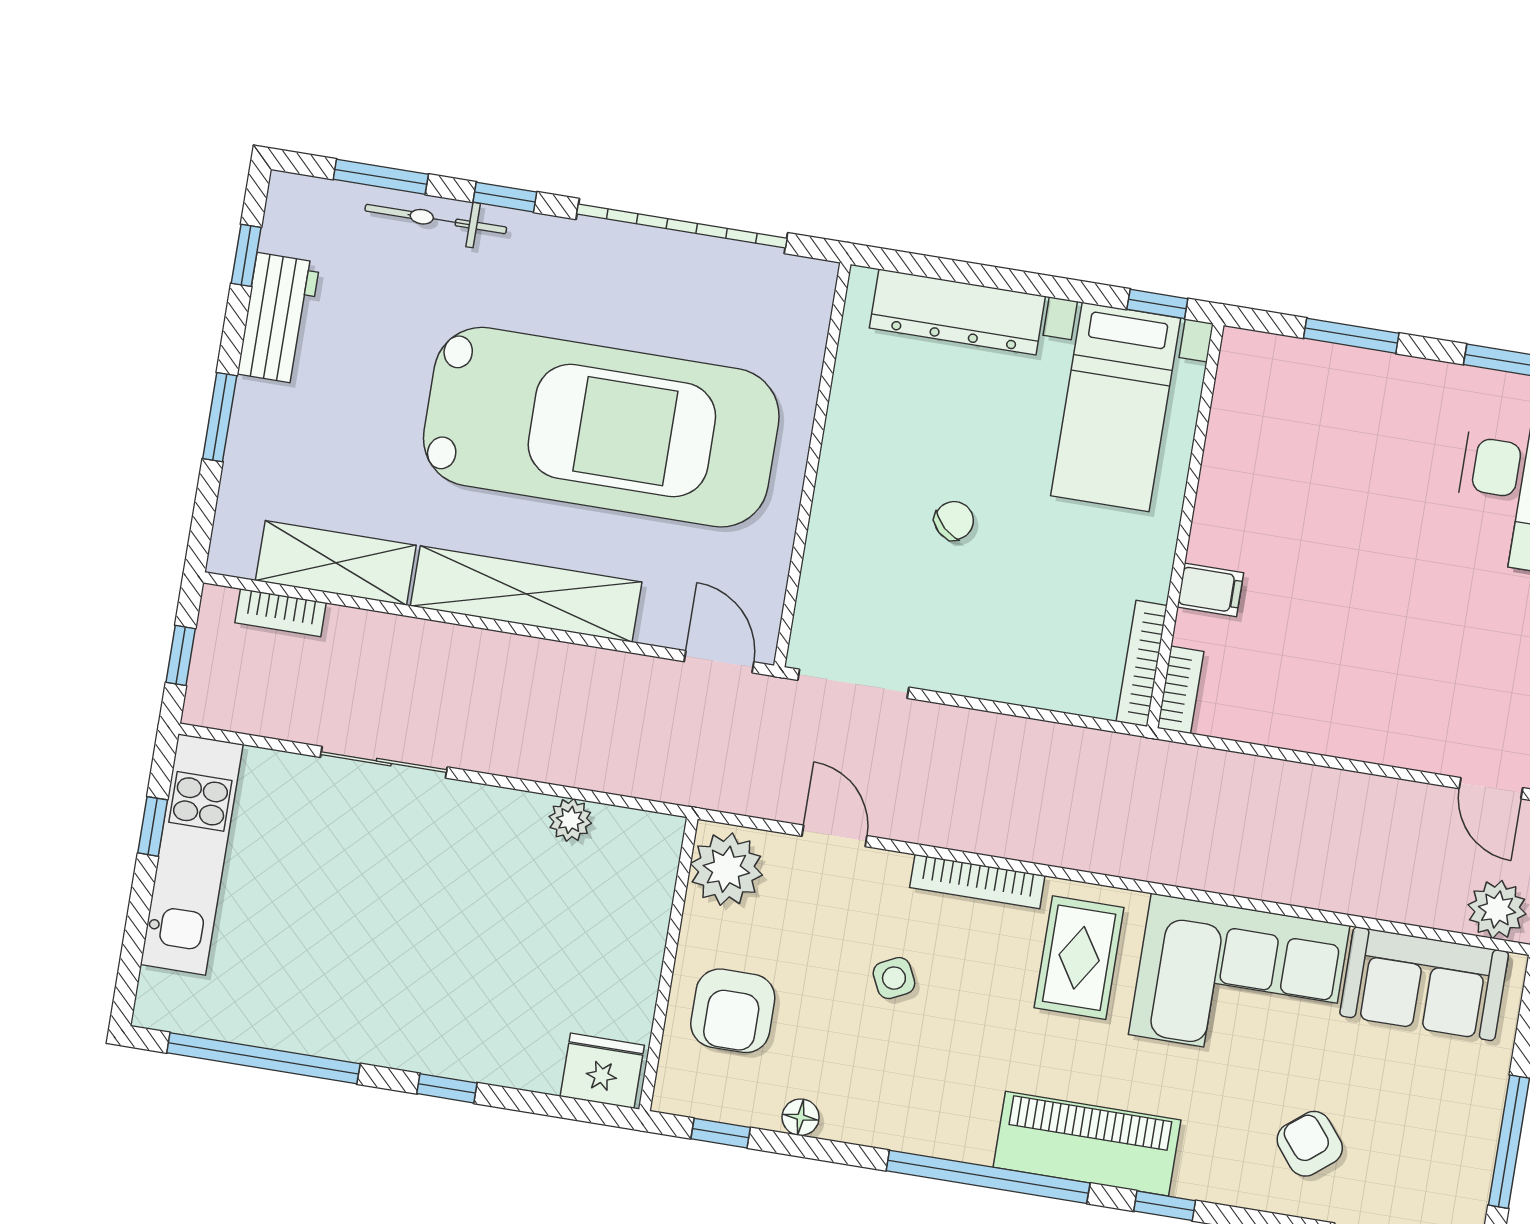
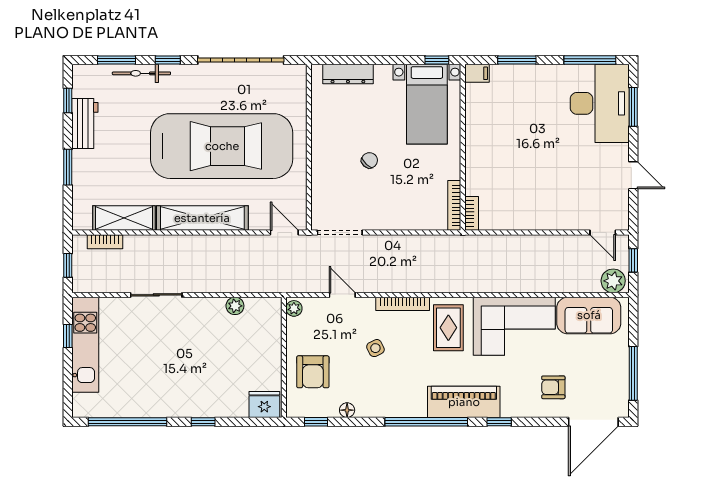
dresser: (957, 312) -> (348, 74), width x0.73, depth x0.80
filing cabinet: (1210, 590) -> (477, 73), moved
plant: (726, 869) -> (294, 308), width x0.53, depth x0.53
armchair: (1310, 1144) -> (553, 387), turned -51

